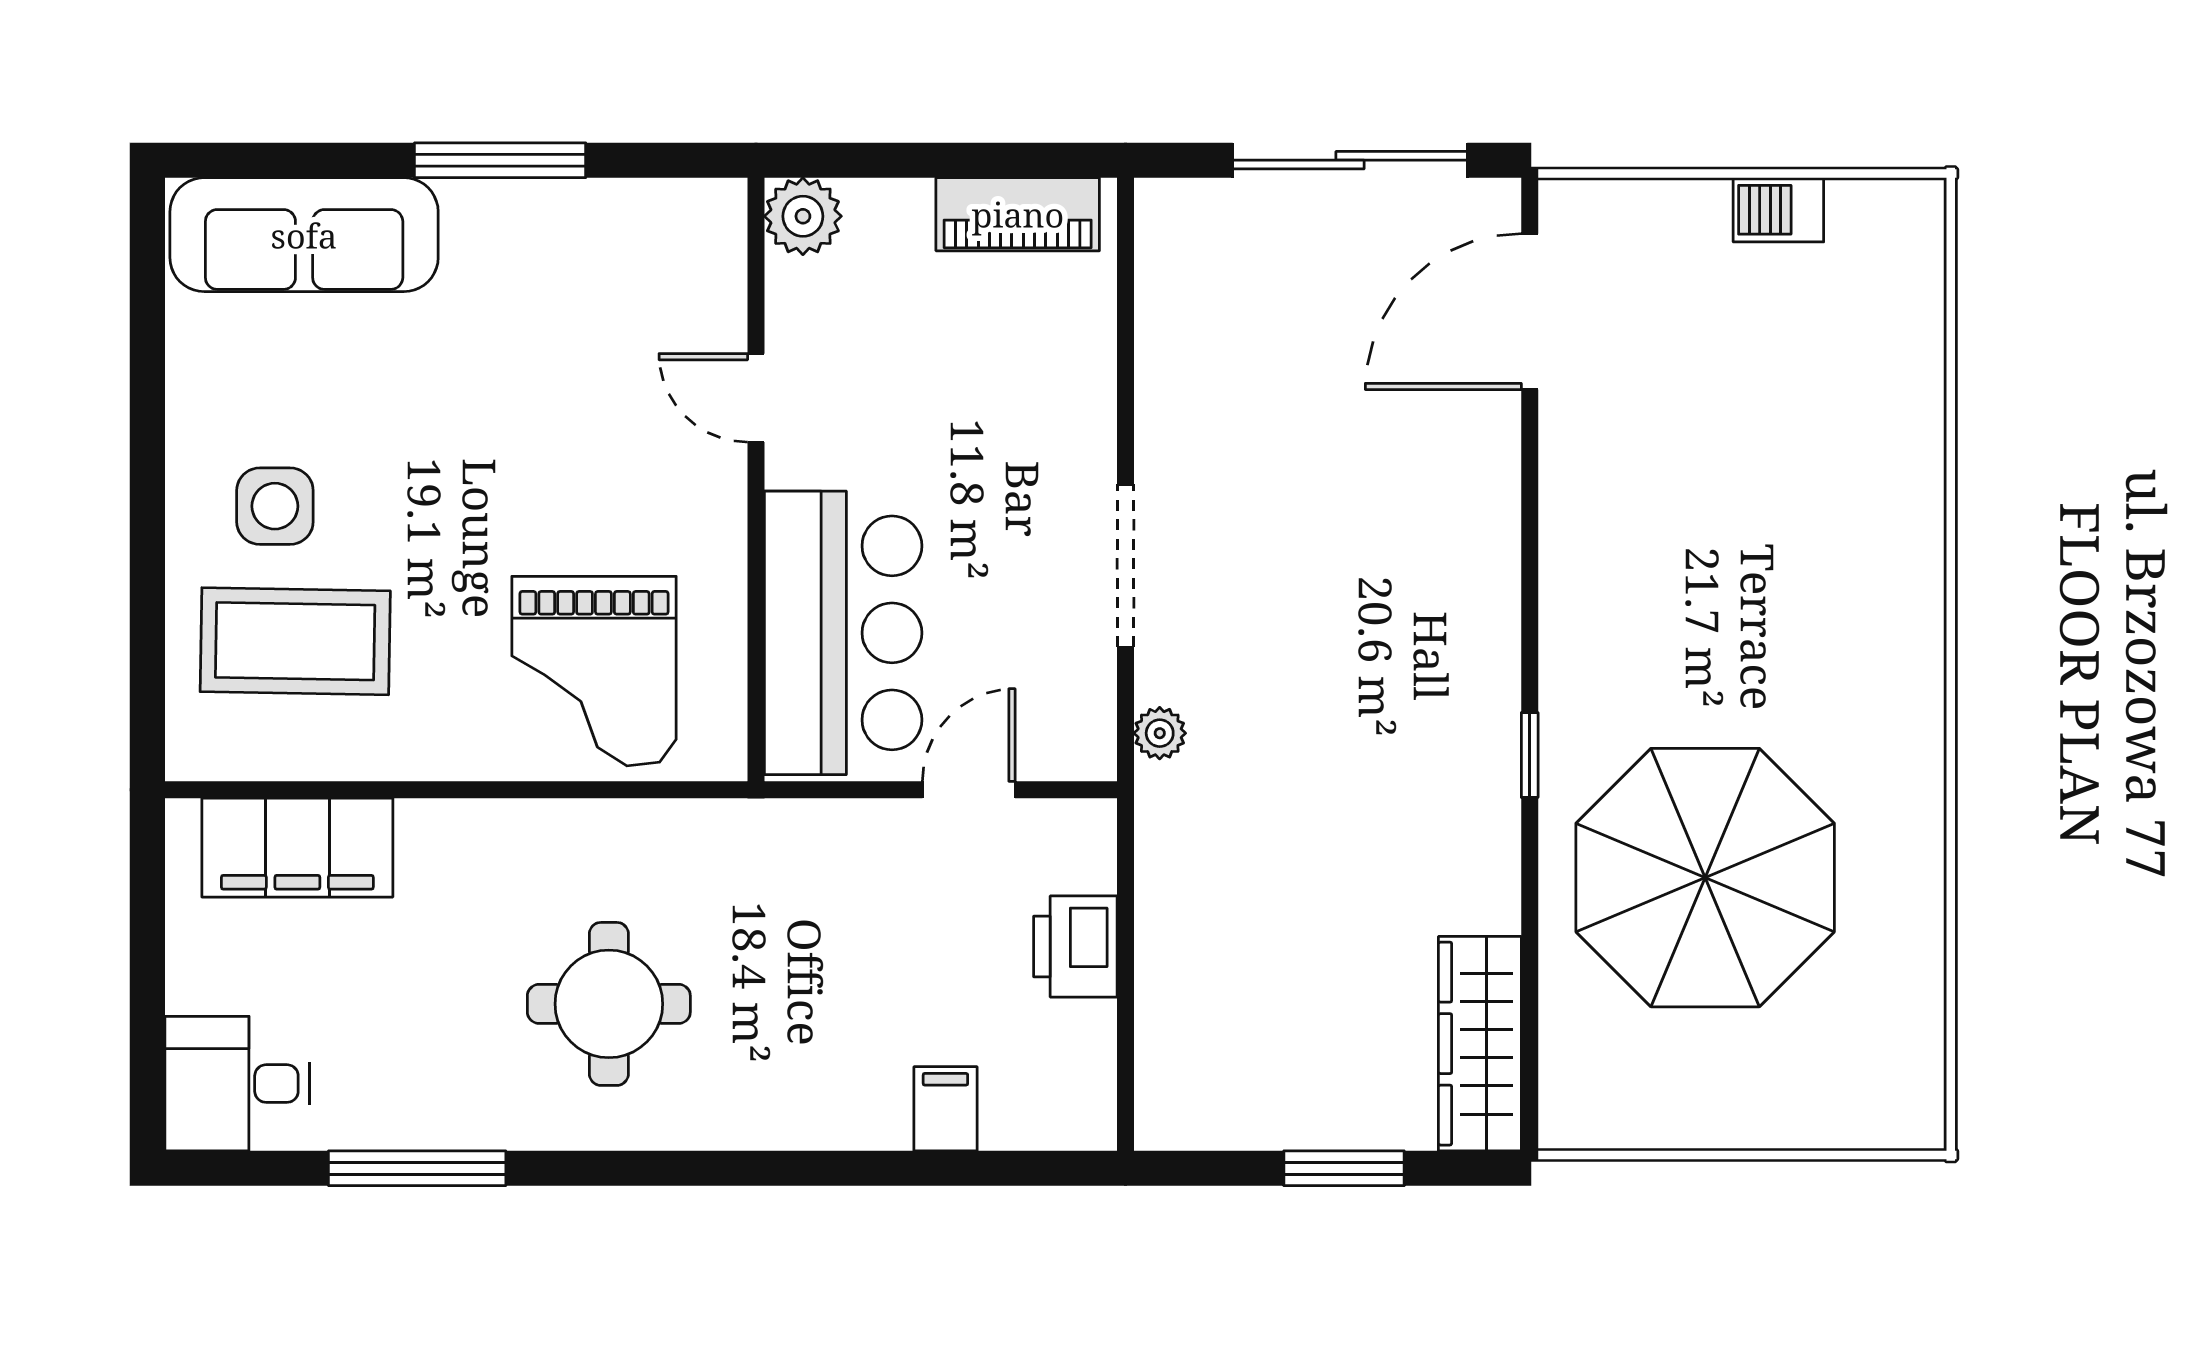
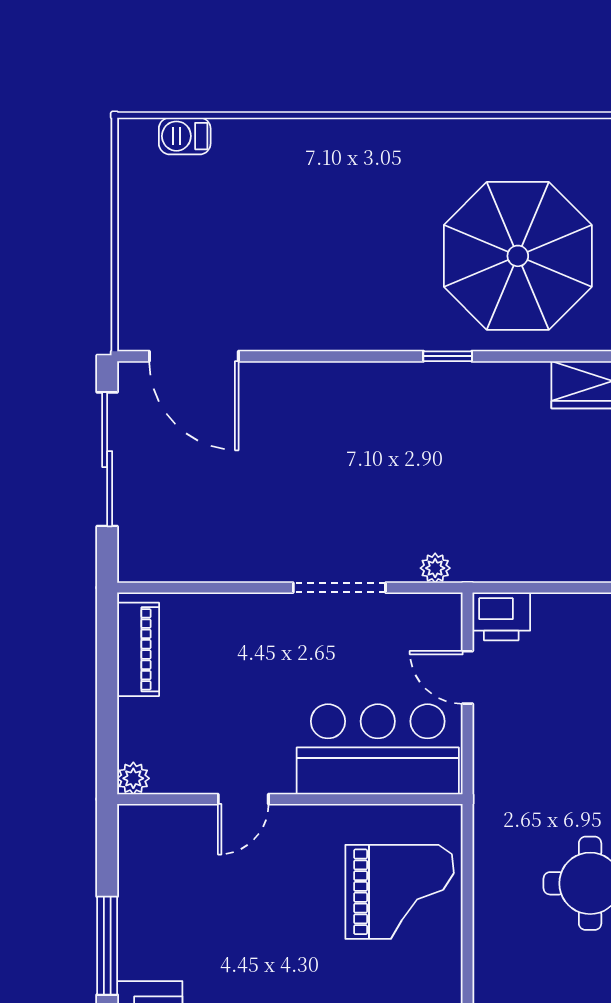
barbecue: (1778, 210) -> (185, 136), moved, turned 90
plant: (803, 216) -> (133, 778), width x0.73, depth x0.73
printer: (1075, 947) -> (501, 616), moved

